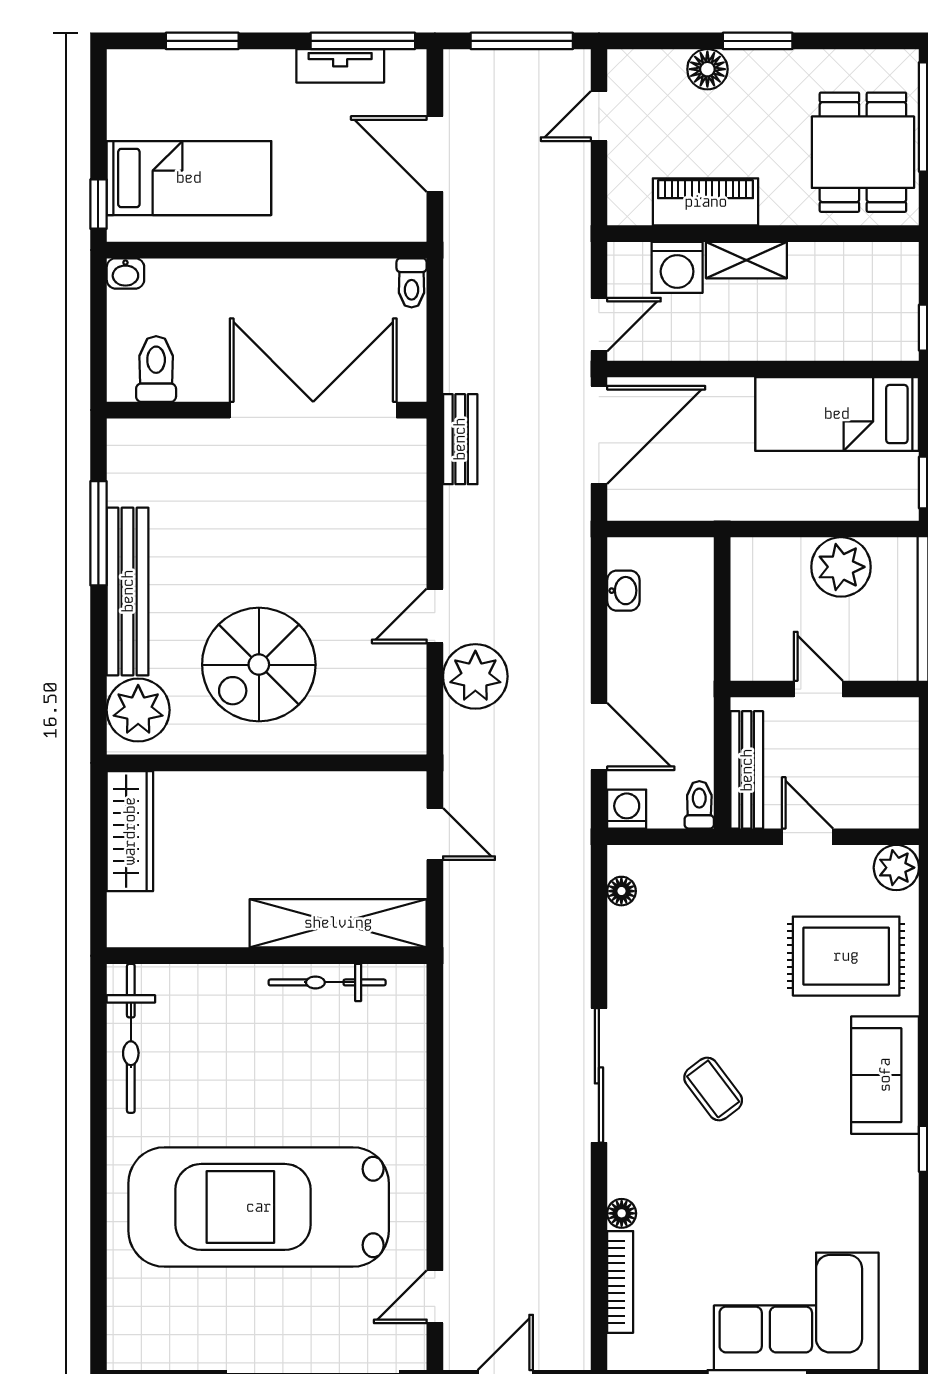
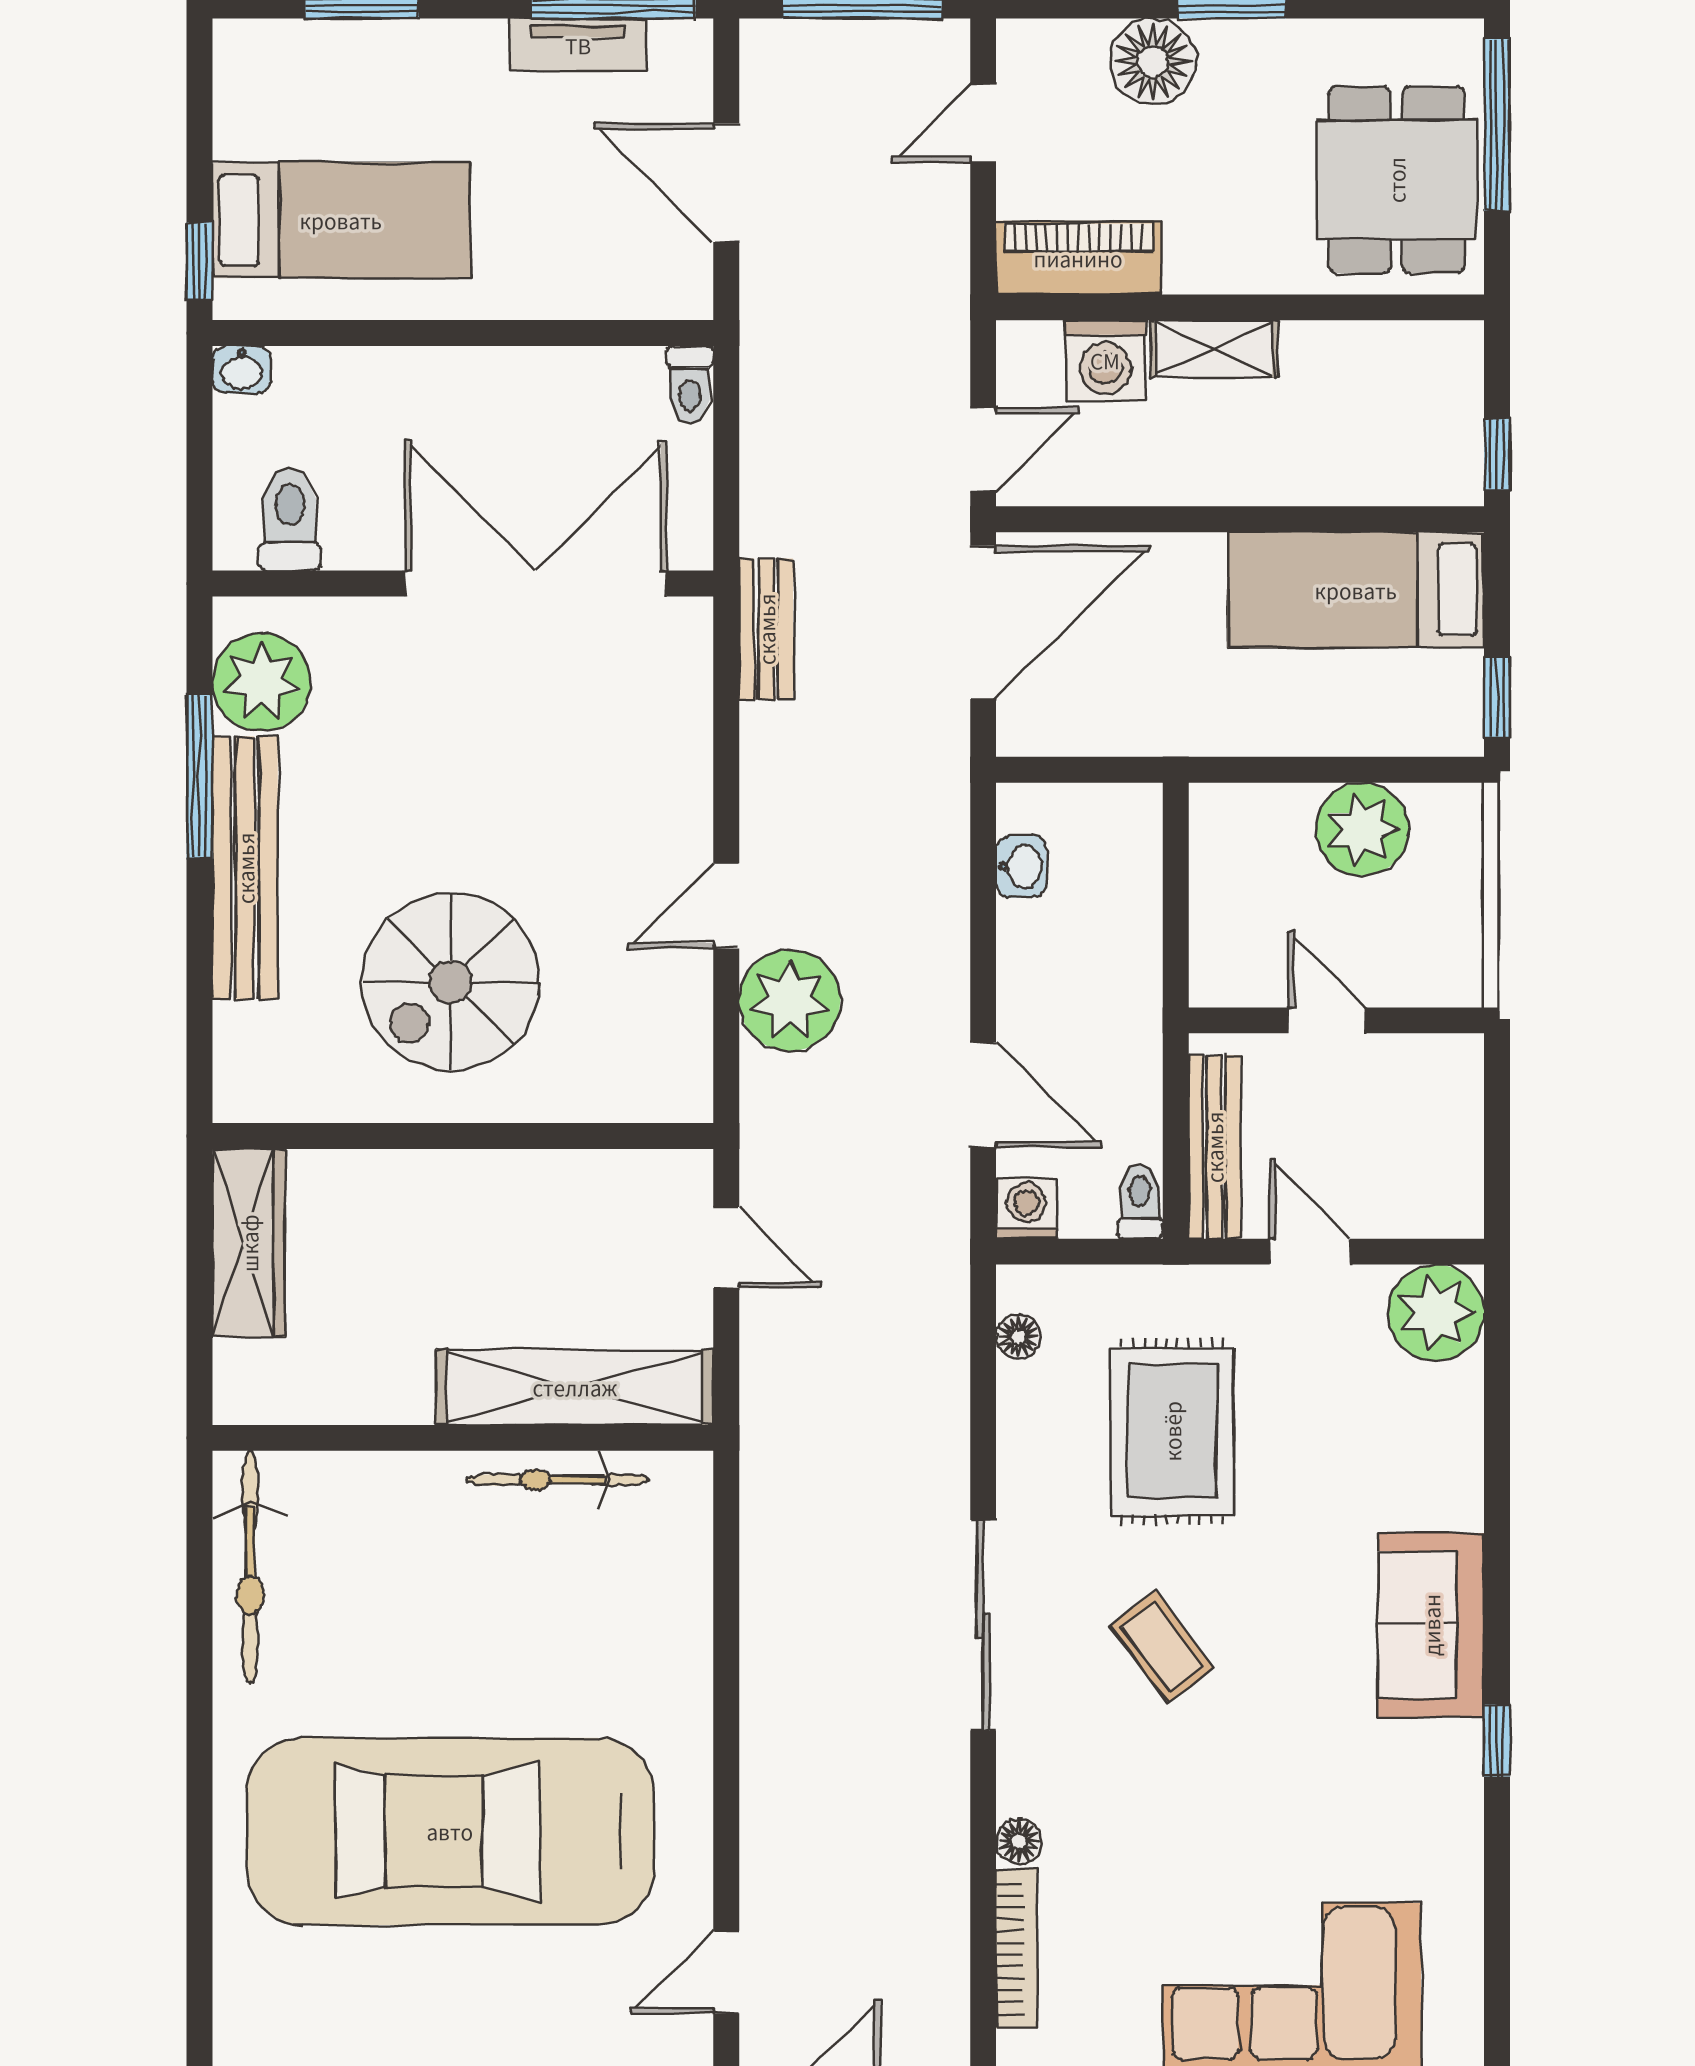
floor lamp: (707, 69) -> (1153, 62), width x1.38, depth x1.38
piano: (706, 202) -> (1078, 258), moved
plant: (138, 710) -> (262, 682), moved
plant: (896, 868) -> (1436, 1313), width x1.36, depth x1.36
rug: (846, 956) -> (1172, 1431), moved, turned 90

